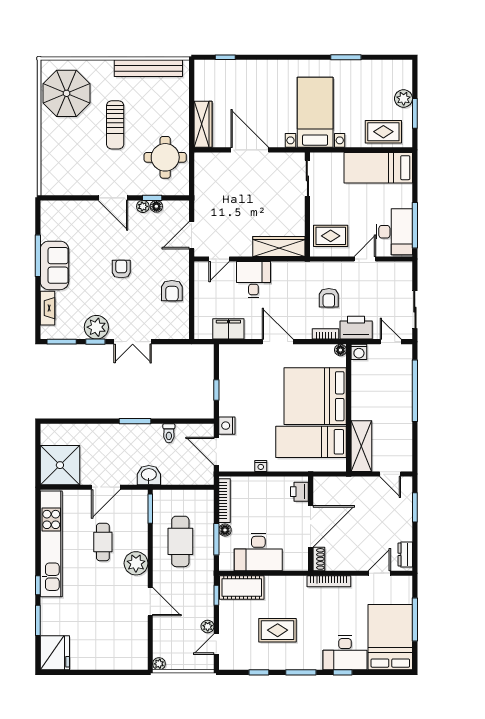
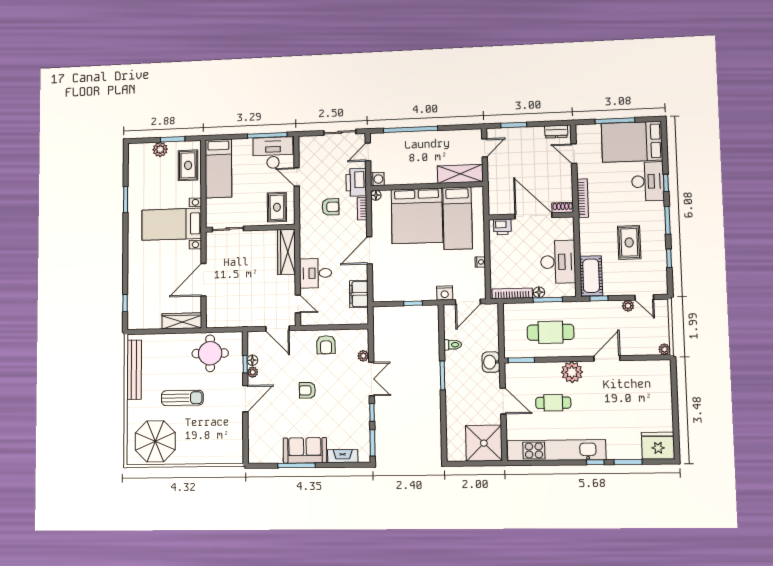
armchair: (172, 291) -> (326, 345), turned 90
plant: (96, 327) -> (363, 356), moved, width x0.53, depth x0.53

